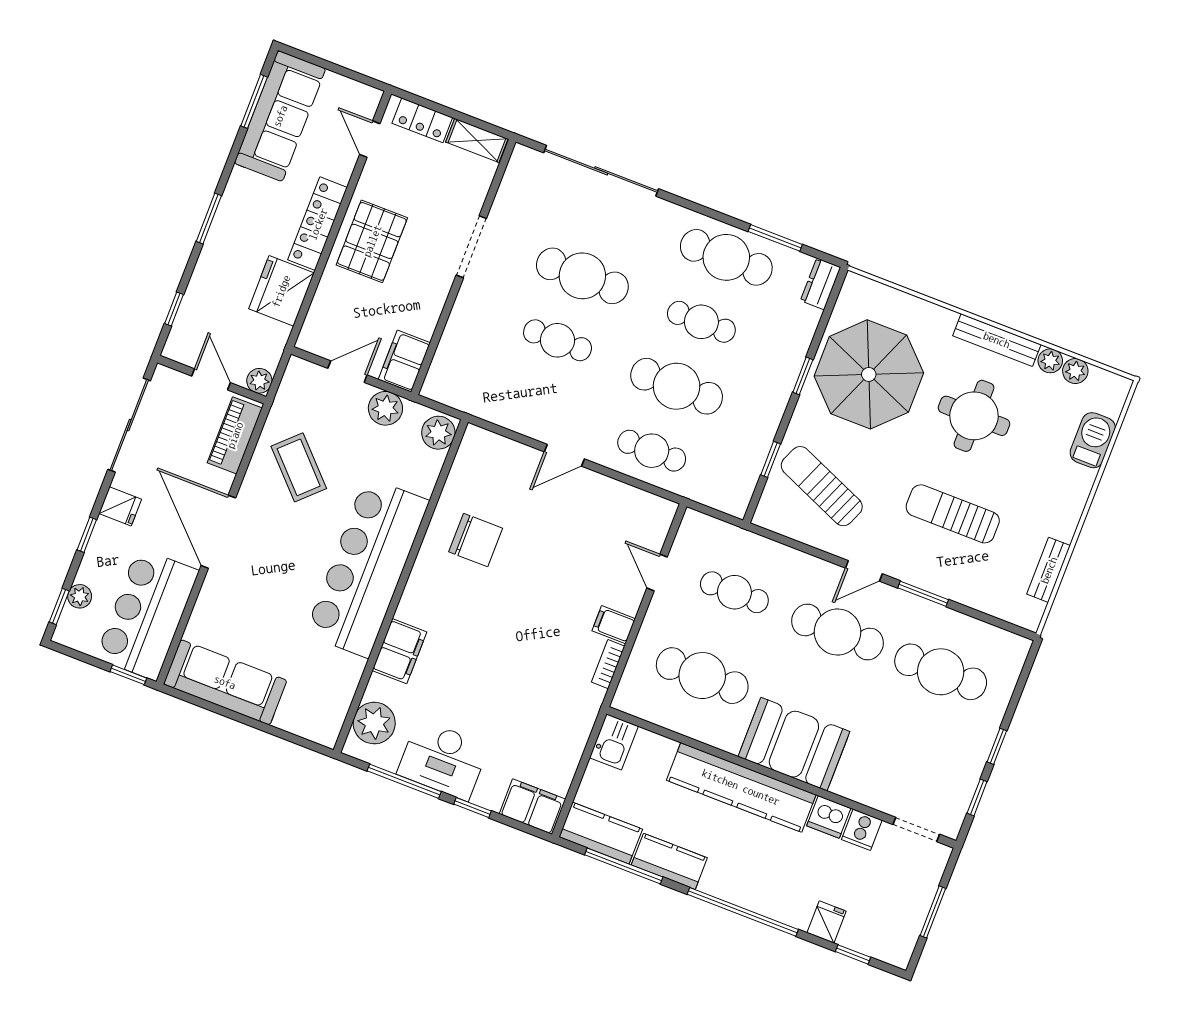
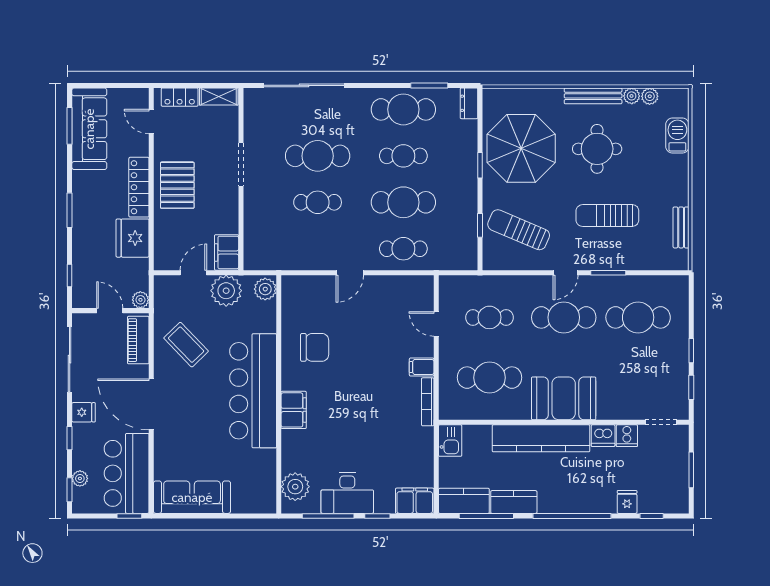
plant: (385, 408) -> (226, 291), width x1.36, depth x1.36
filing cabinet: (399, 651) -> (294, 410), moved
bookcase: (608, 664) -> (428, 402), width x1.56

